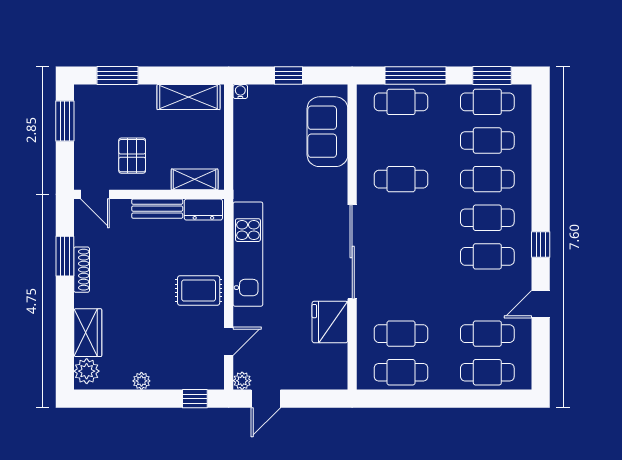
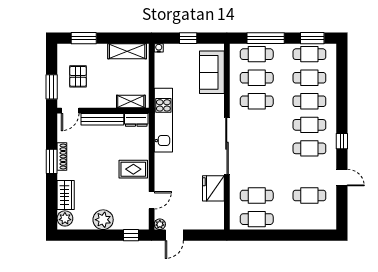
window: (65, 121) -> (52, 87), moved
pallet: (132, 156) -> (78, 76), moved
door: (95, 194) -> (70, 111), hinge flipped
bench: (157, 209) -> (102, 119), width x1.36
kitchen unit: (248, 254) -> (163, 120), moved
window: (65, 256) -> (52, 161), moved
door: (541, 304) -> (342, 178), swing flipped
cafe table: (487, 372) -> (257, 78), moved
plant: (141, 381) -> (103, 220), width x1.87, depth x1.87

